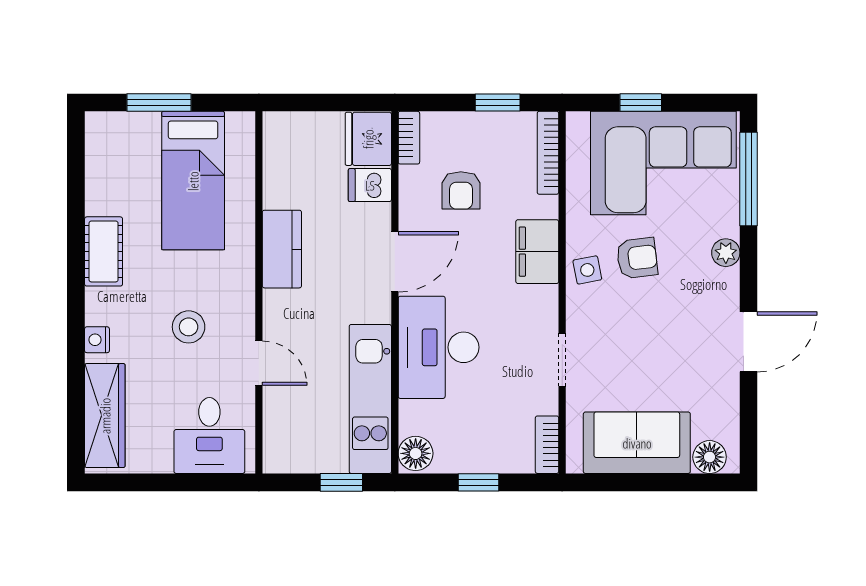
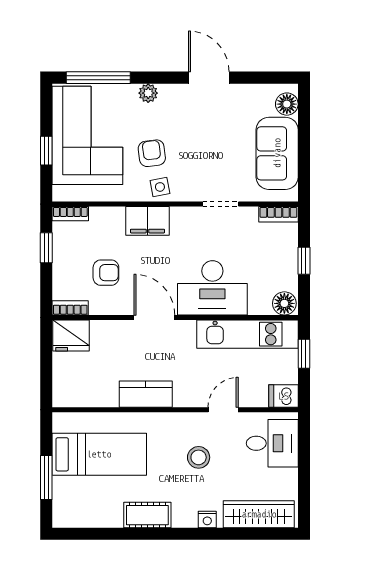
bookcase: (548, 153) -> (70, 214), width x0.64
dishwasher: (370, 185) -> (283, 396), moved, turned 90

